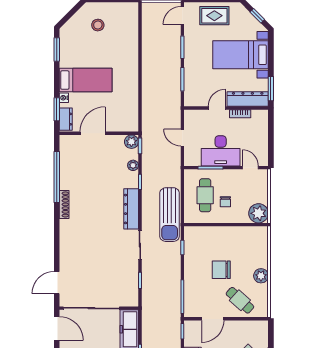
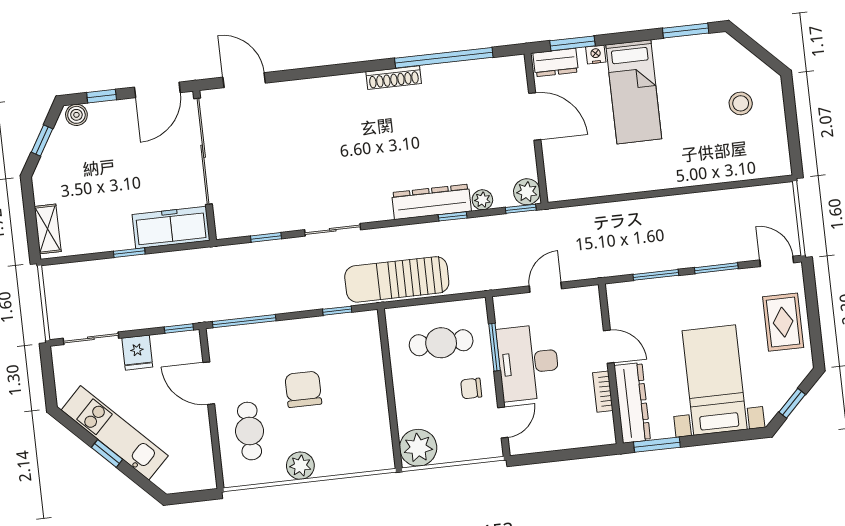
chair: (225, 202) -> (471, 388), moved
dresser: (131, 209) -> (432, 202), moved
cafe table: (240, 300) -> (250, 431), turned -42

